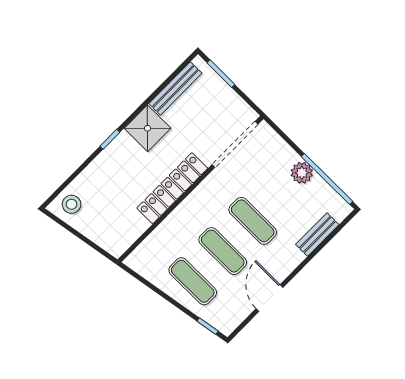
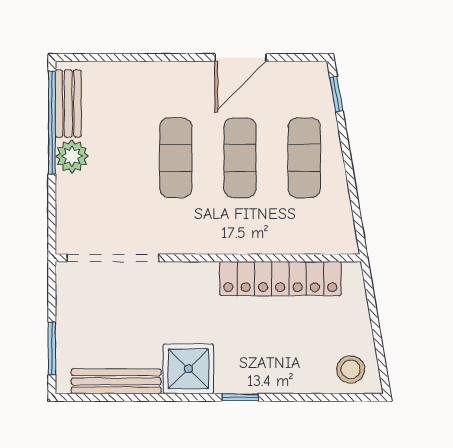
locker: (172, 188) -> (280, 279), moved
bench: (317, 235) -> (68, 103), moved, turned 90

